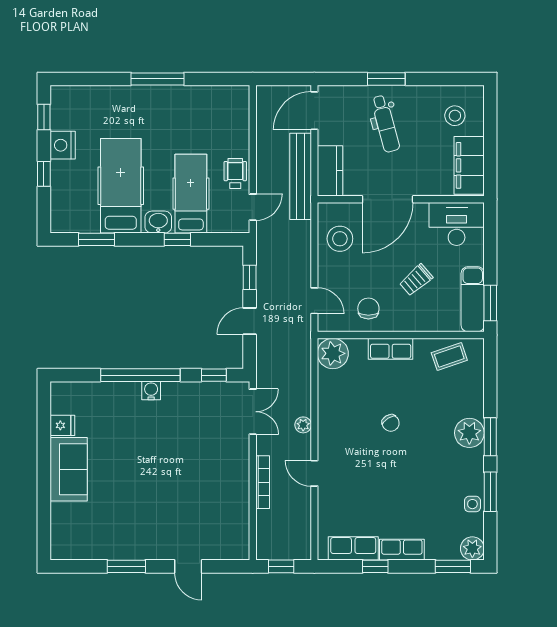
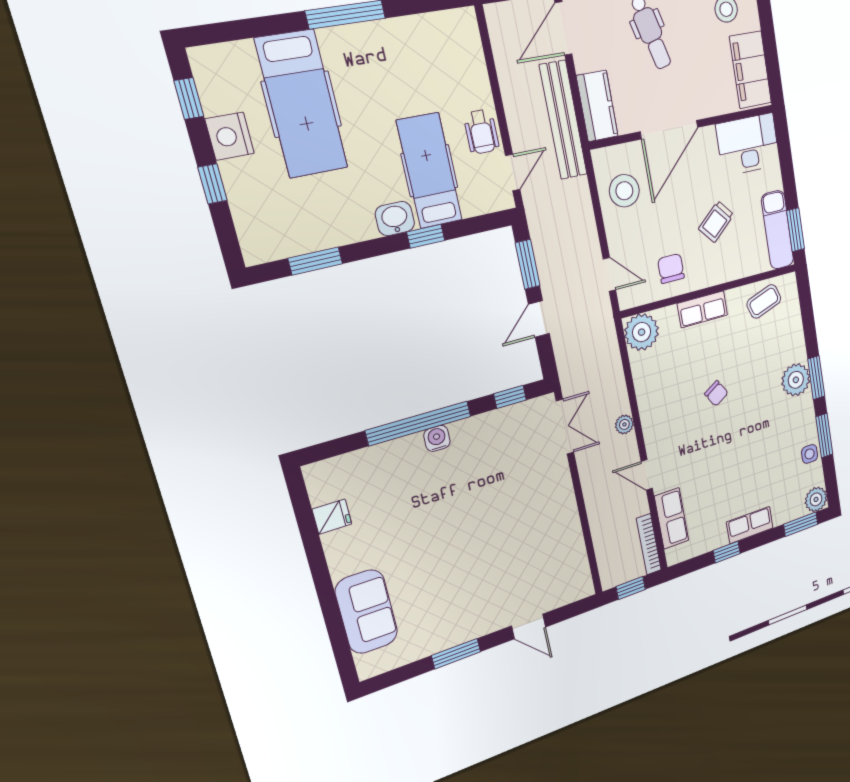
wheelchair: (235, 174) -> (481, 132), turned 180
hospital bed: (121, 186) -> (302, 104), moved, turned 180
window: (250, 277) -> (528, 264), width x1.50
sofa: (69, 469) -> (366, 612), moved
bookcase: (263, 482) -> (649, 544), moved, turned 180
row of seats: (353, 548) -> (672, 518), moved, turned 90

